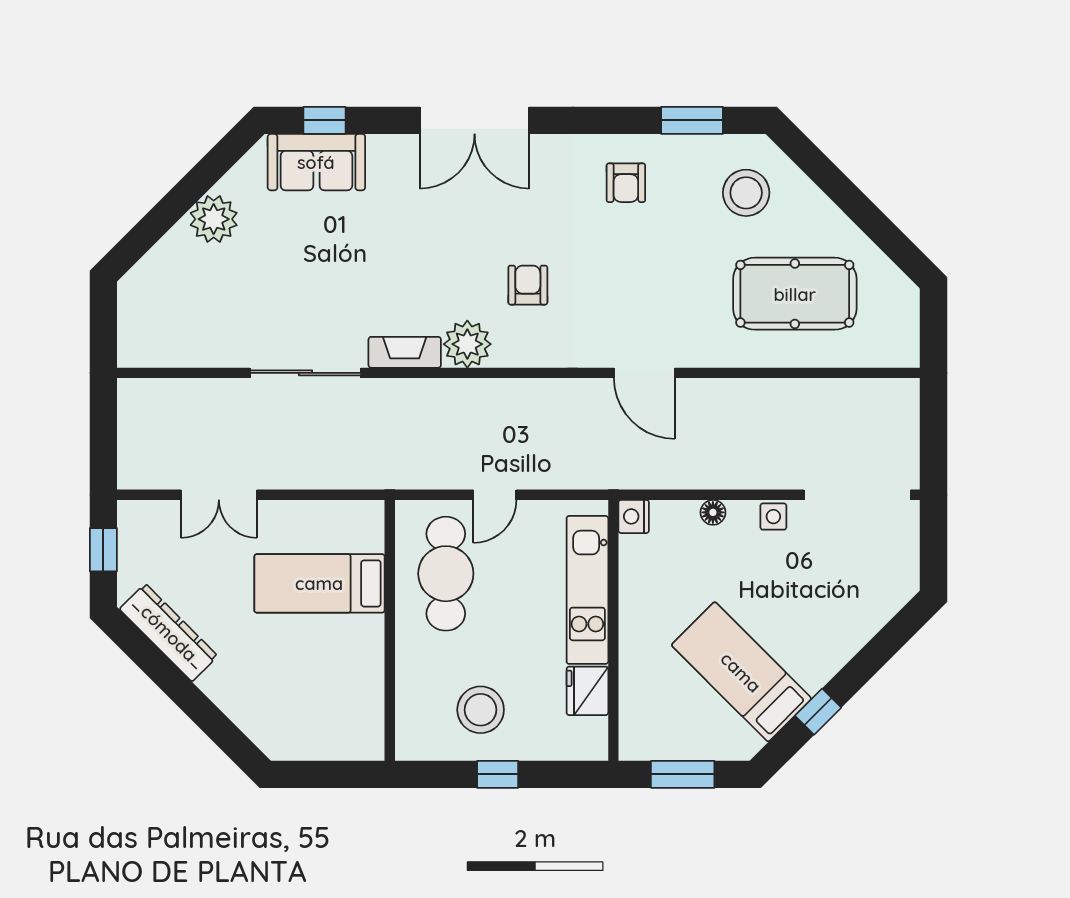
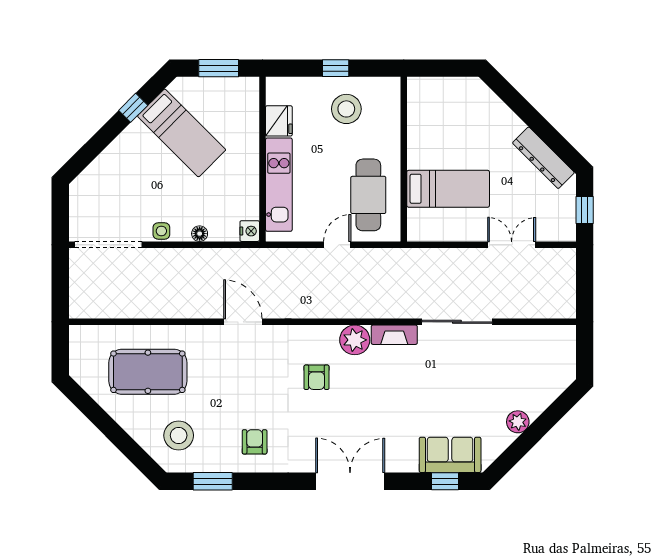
plant: (214, 219) -> (518, 422), width x0.73, depth x0.73

